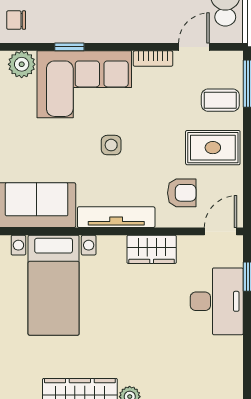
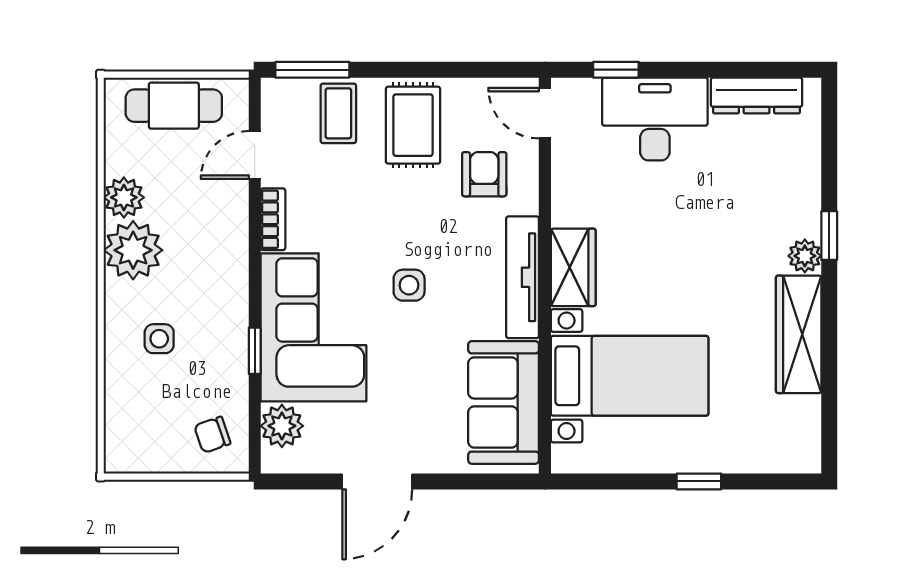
chair: (16, 20) -> (212, 435), turned 71
door: (194, 47) -> (255, 155), hinge flipped
wardrobe: (152, 249) -> (573, 267), moved
dresser: (232, 366) -> (757, 95), added

